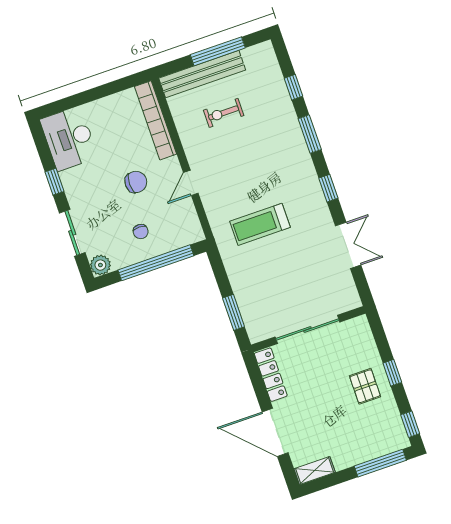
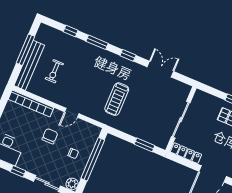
door: (191, 183) -> (72, 113), hinge flipped

